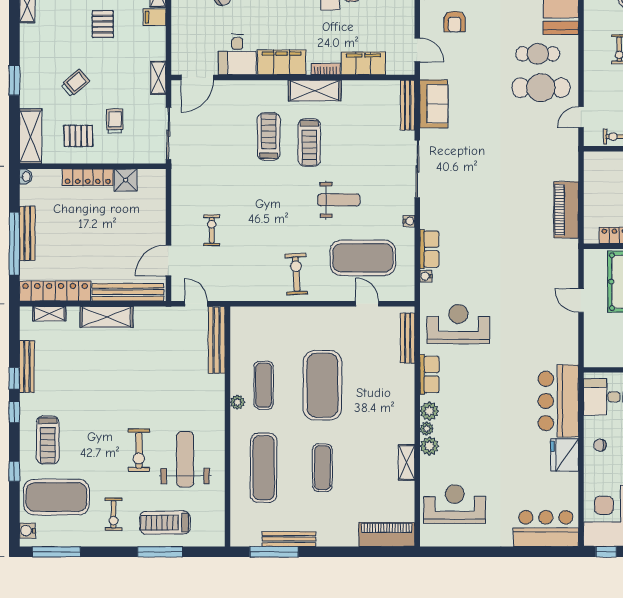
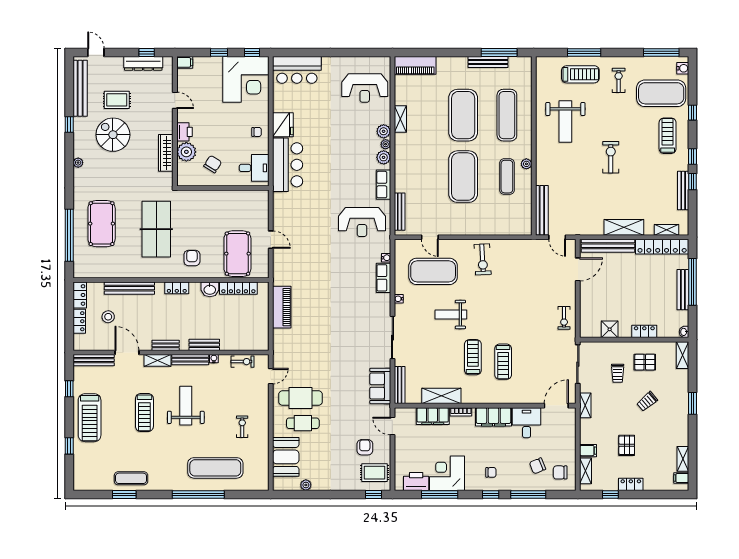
shelving: (315, 91) -> (441, 396), moved
shelving: (31, 136) -> (682, 355), width x0.67, depth x0.75
locker: (88, 177) -> (644, 331), width x0.66
exercise bike: (212, 230) -> (564, 318), moved
exercise bike: (139, 450) -> (611, 157), moved
exercise mat: (322, 468) -> (463, 115), width x2.00, depth x1.45

